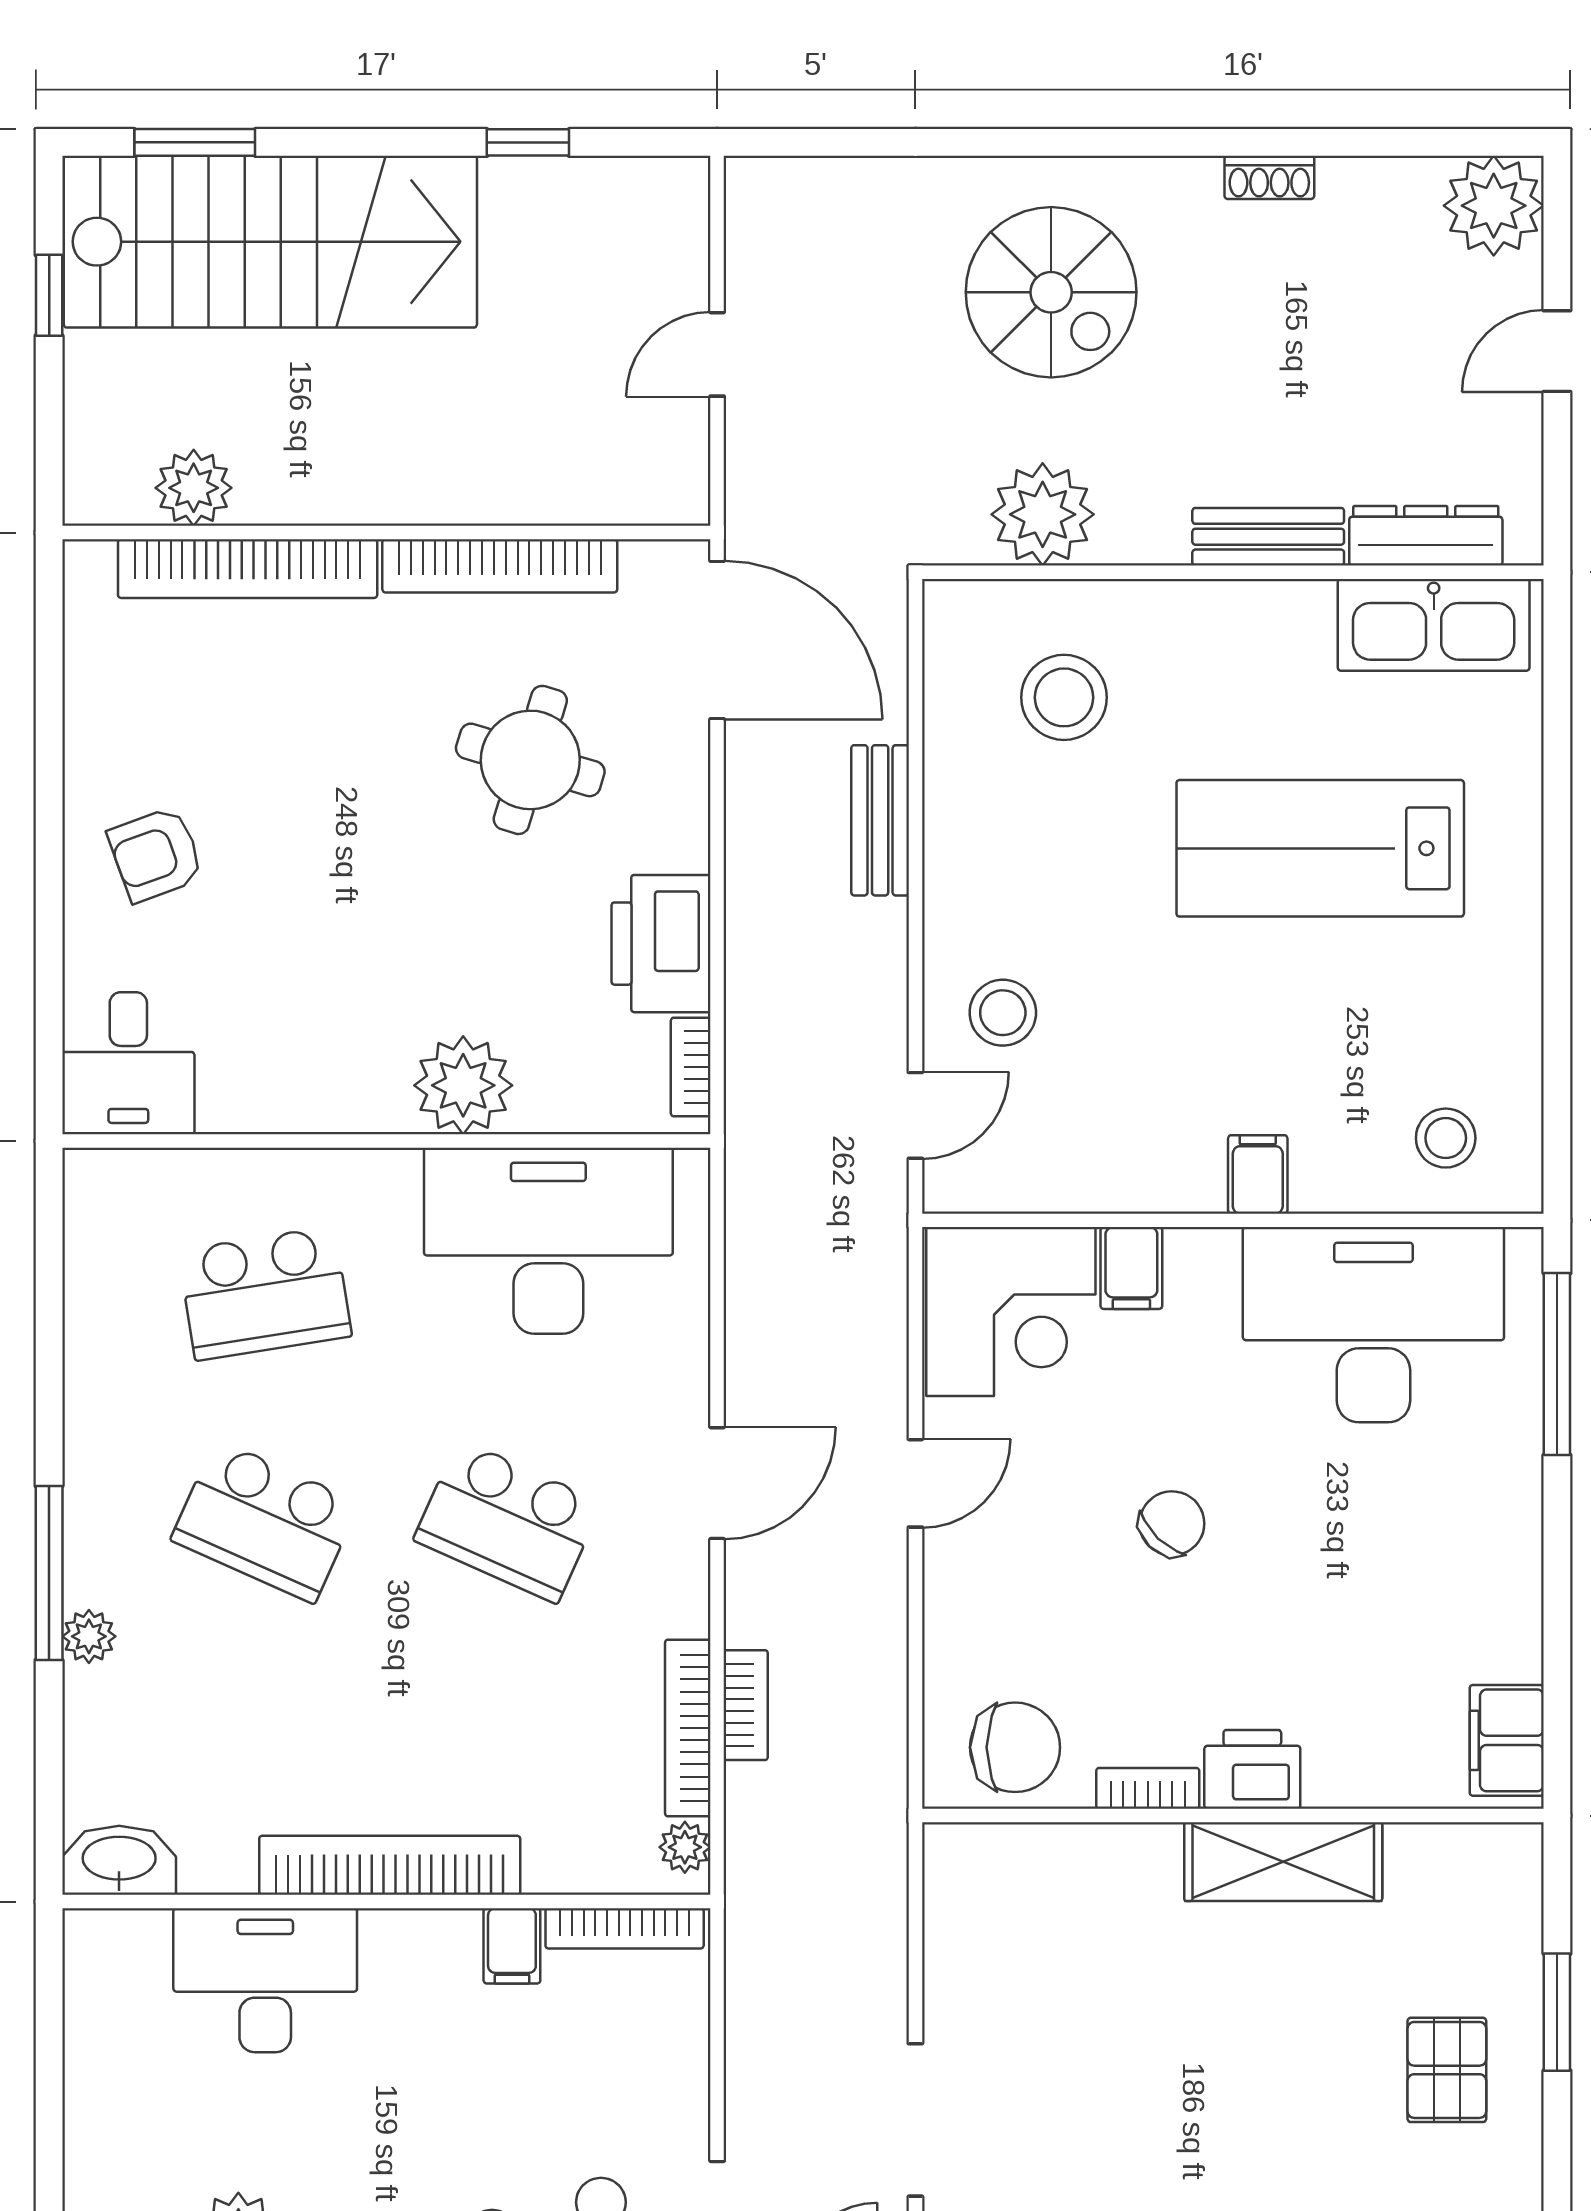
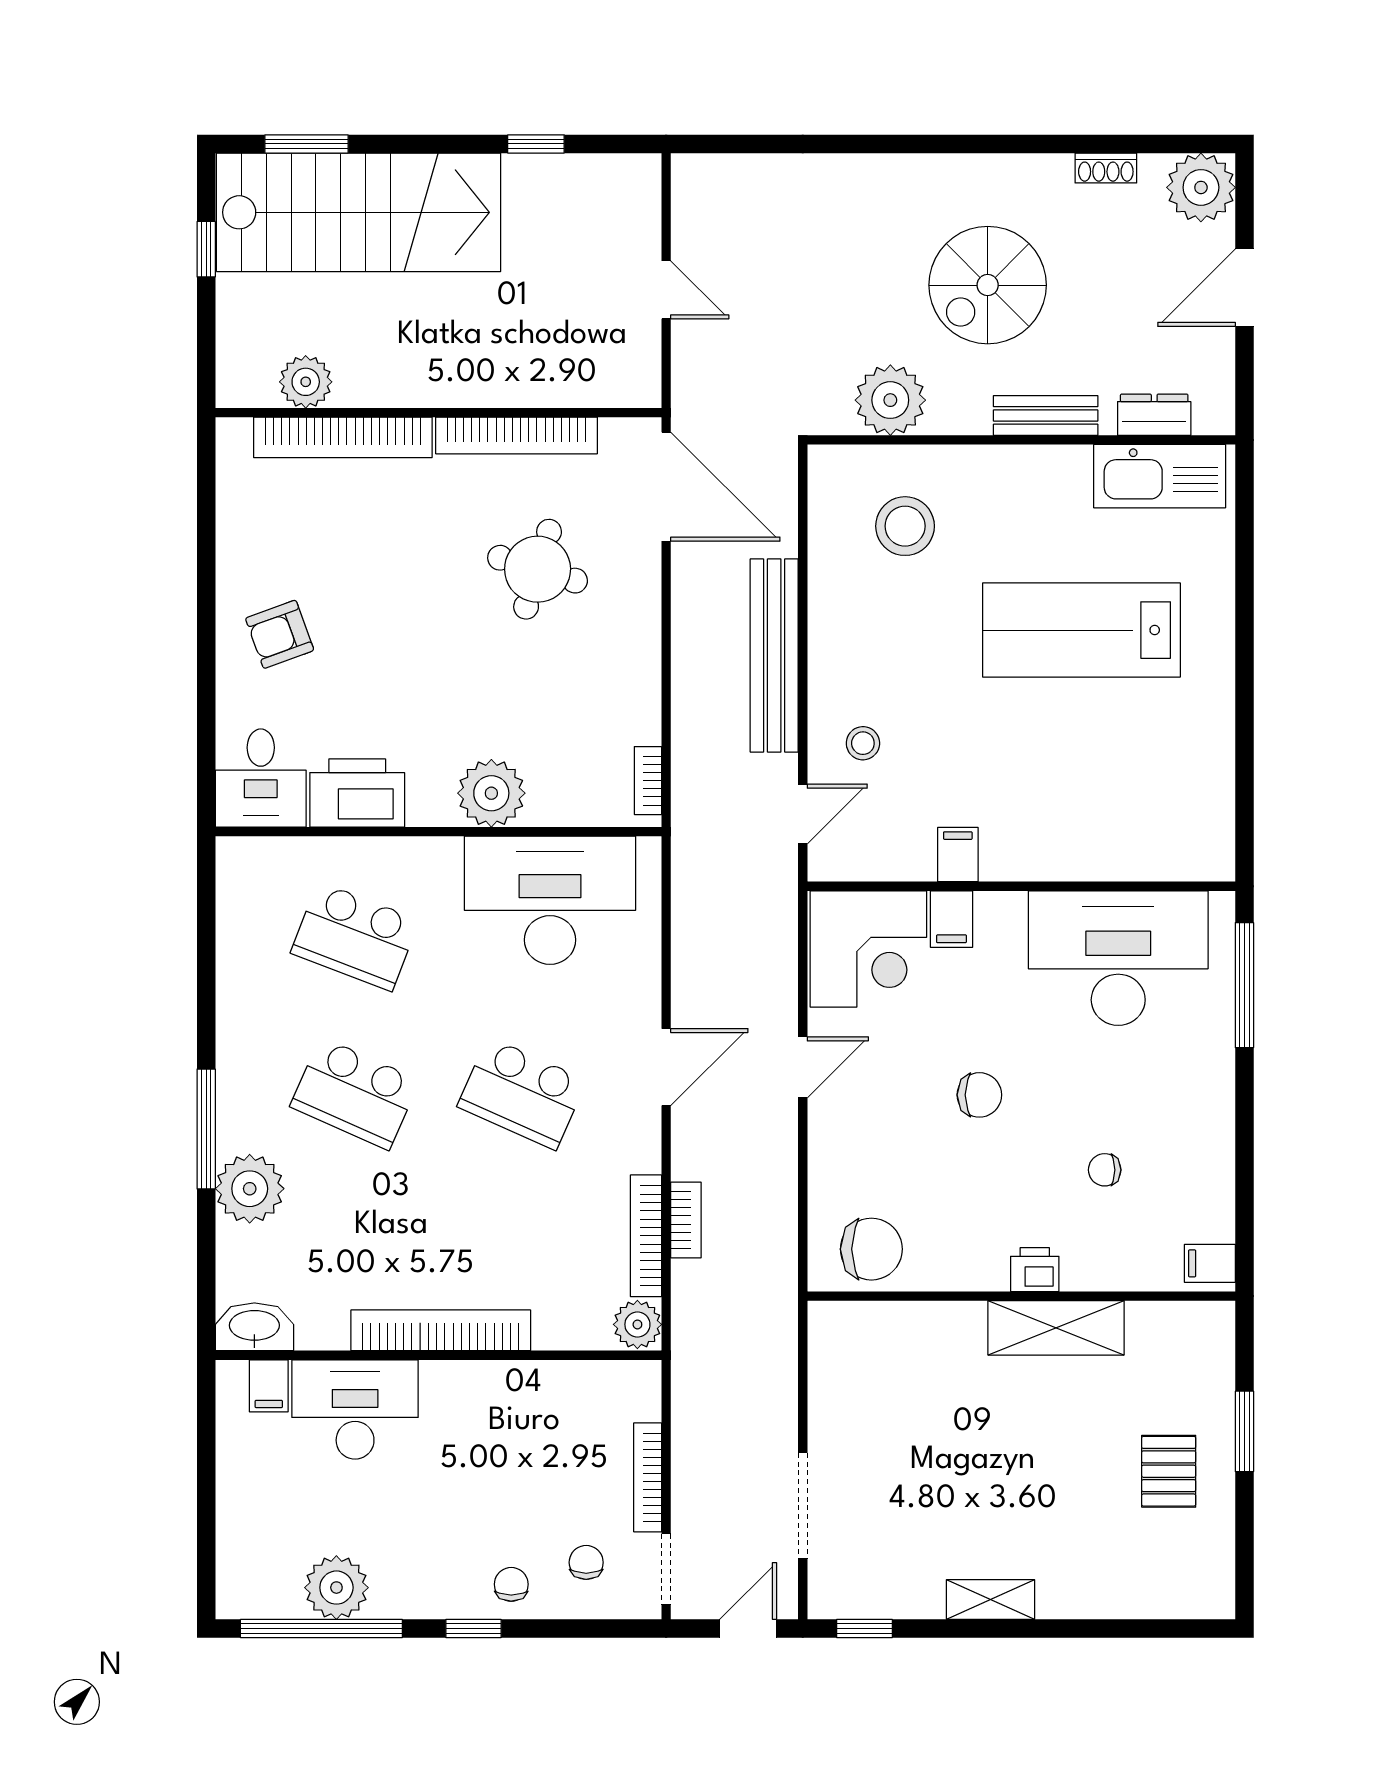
shoe rack: (1269, 177) -> (1106, 168), moved
spiral stairs: (1051, 292) -> (988, 285), moved, turned 90
door: (1557, 351) -> (1244, 288), width x1.37
door: (717, 354) -> (666, 290), swing flipped
dresser: (1426, 536) -> (1154, 415), width x0.70
bench: (880, 820) -> (774, 655), width x1.86, depth x1.21
printer: (661, 944) -> (357, 793), moved, turned 90
stool: (1003, 1013) -> (863, 743), width x0.73, depth x0.73
stool: (1446, 1138) -> (1168, 830), removed
filing cabinet: (1258, 1174) -> (958, 855), moved
school desk: (265, 1293) -> (355, 936), turned 30
chair: (1172, 1523) -> (979, 1095), turned 46
chair: (1354, 1632) -> (1105, 1170), added
plant: (89, 1636) -> (250, 1189), width x1.87, depth x1.87
filing cabinet: (1507, 1740) -> (1210, 1263), width x0.50
printer: (1252, 1769) -> (1035, 1270), width x0.73, depth x0.81
bookcase: (1148, 1788) -> (963, 1277), removed
plant: (685, 1847) -> (637, 1324), width x1.38, depth x1.38
bookcase: (625, 1928) -> (648, 1477), moved, turned 90
filing cabinet: (512, 1946) -> (269, 1386), moved

